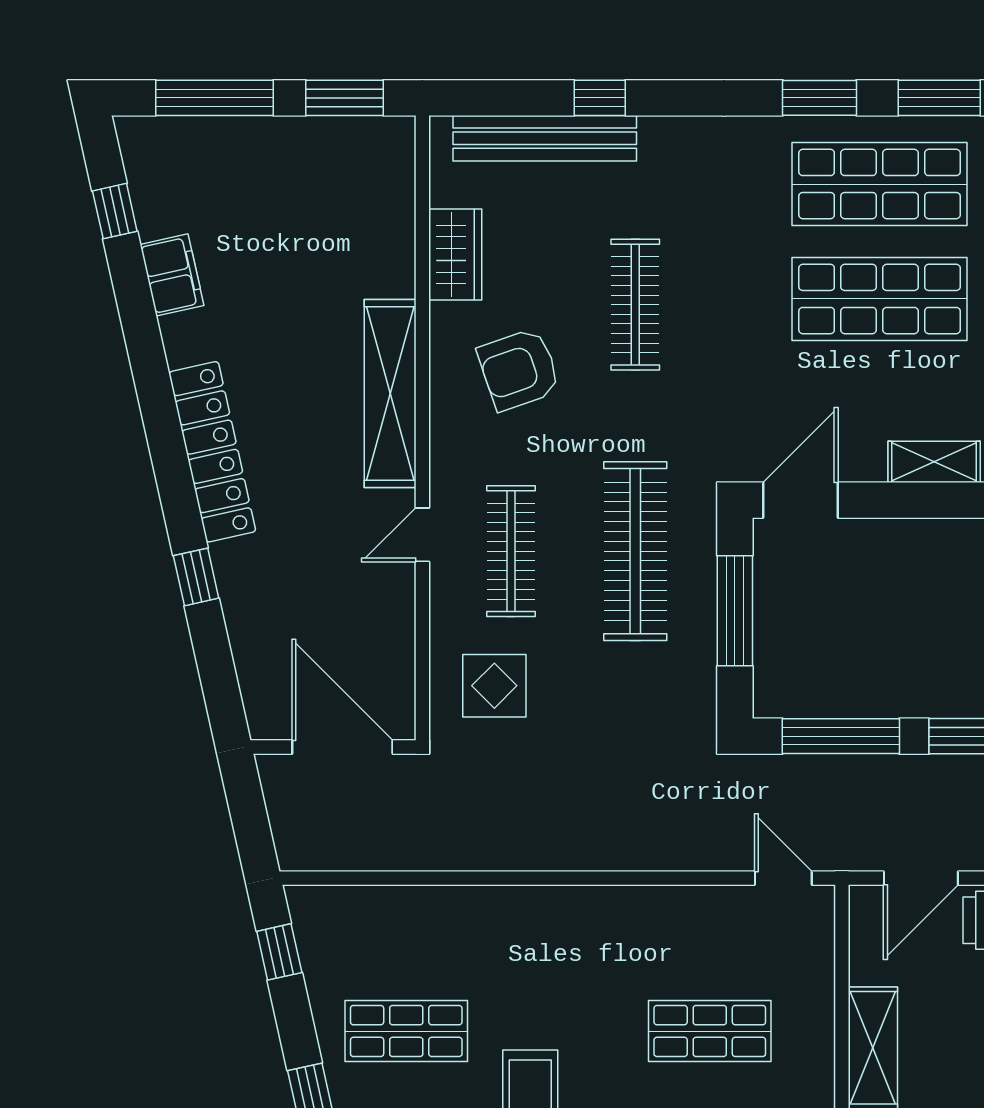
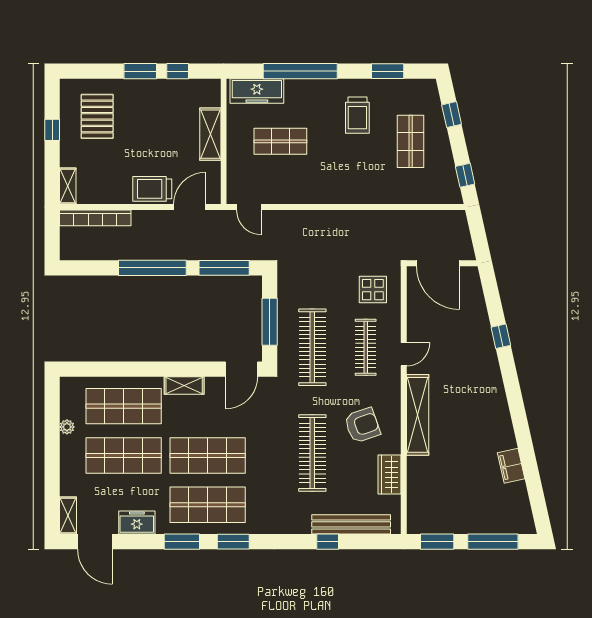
window: (115, 211) -> (536, 493), removed
clothes rail: (635, 305) -> (312, 453), width x1.37, depth x1.31
locker: (212, 452) -> (494, 390), removed
shop shelf: (406, 1031) -> (411, 141), turned 90

